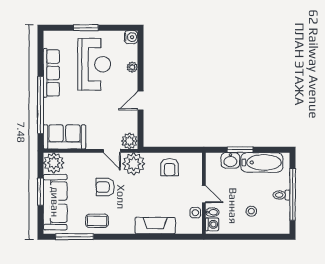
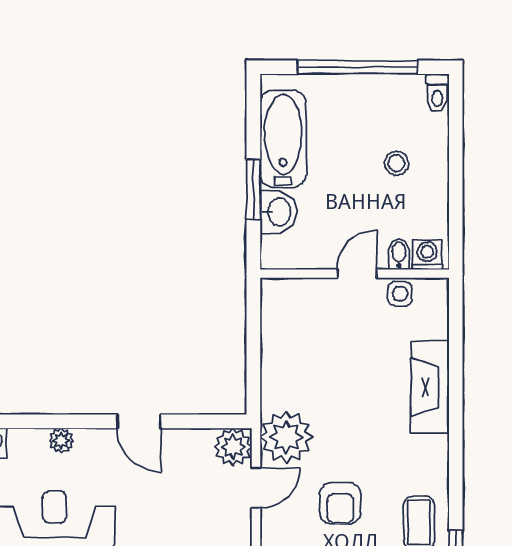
armchair: (170, 167) -> (294, 354), removed
toilet: (281, 195) -> (437, 93), moved

